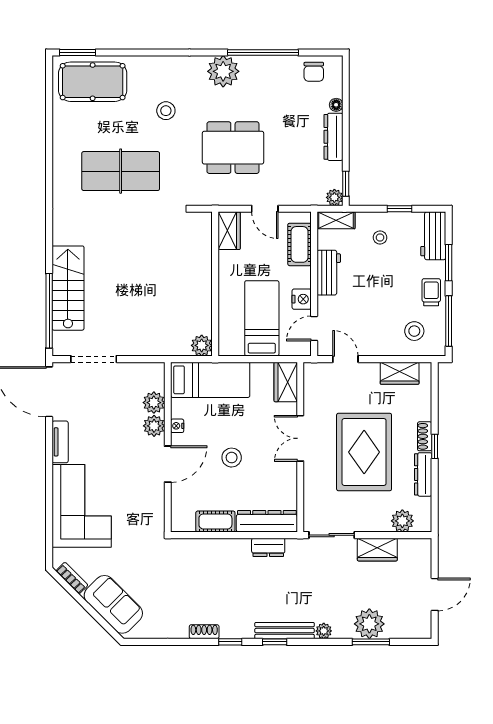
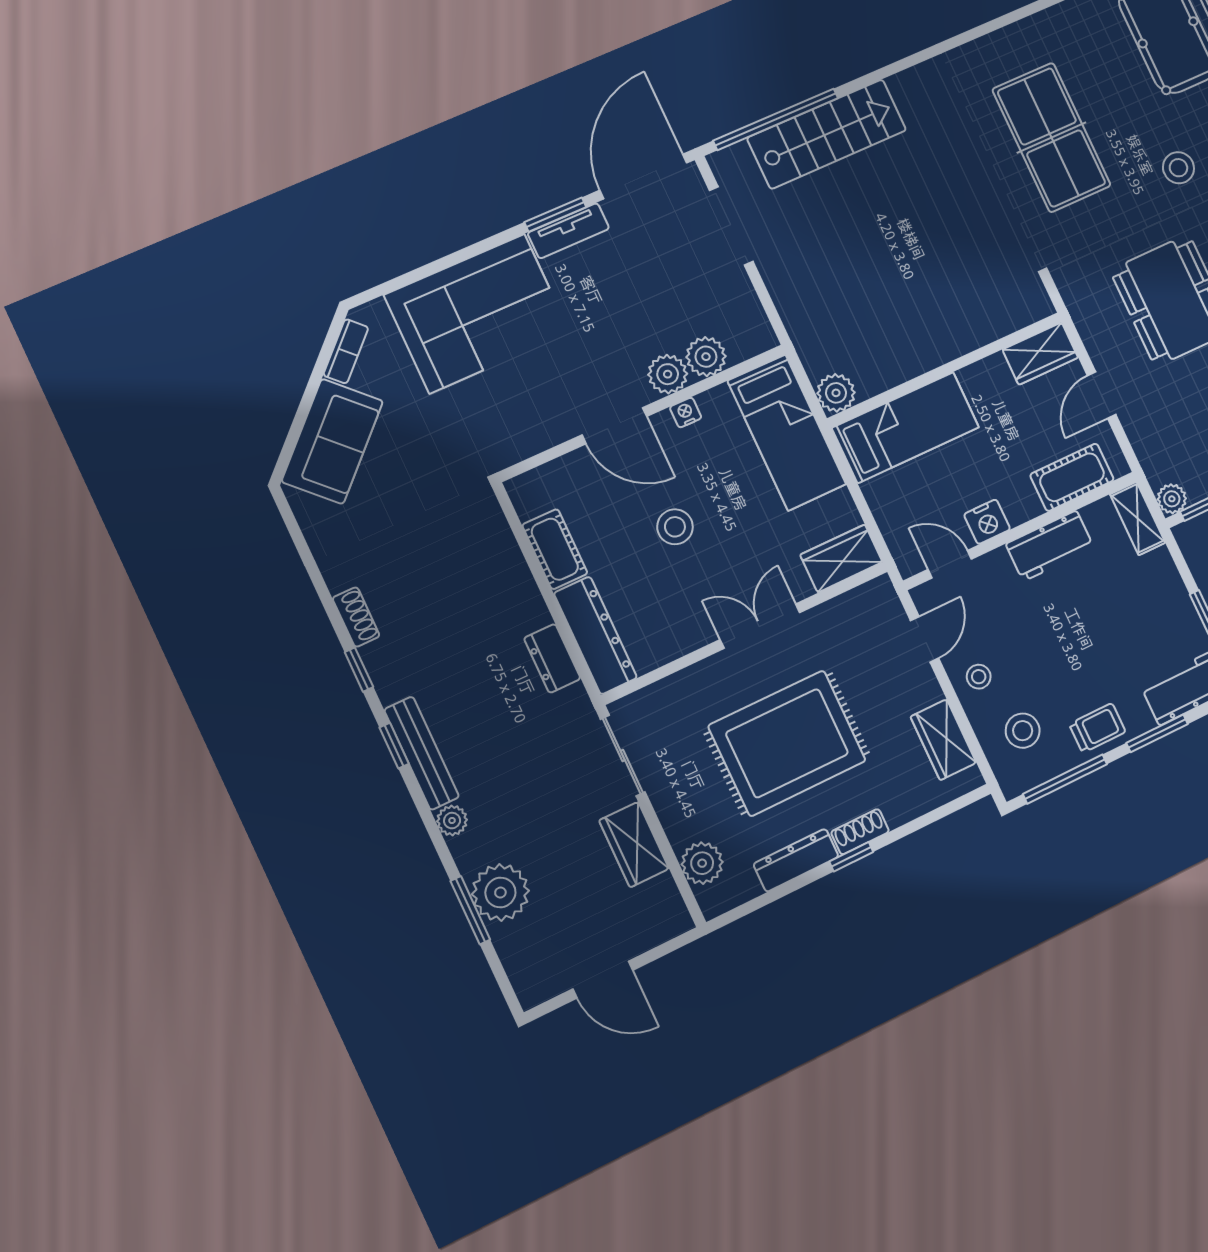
stool: (380, 238) -> (979, 677), moved
bed: (262, 318) -> (906, 428), moved
window: (49, 445) -> (555, 215), added

